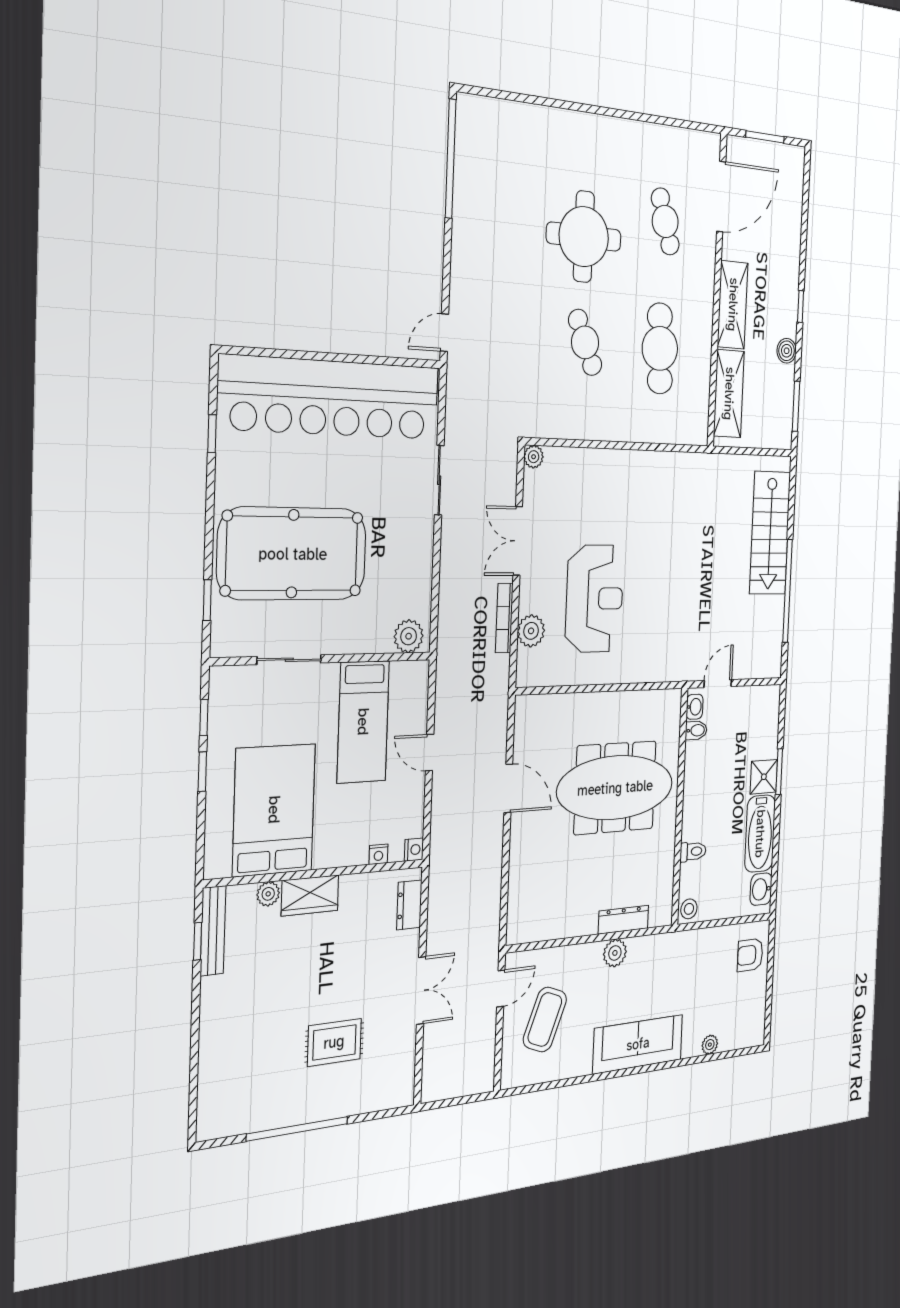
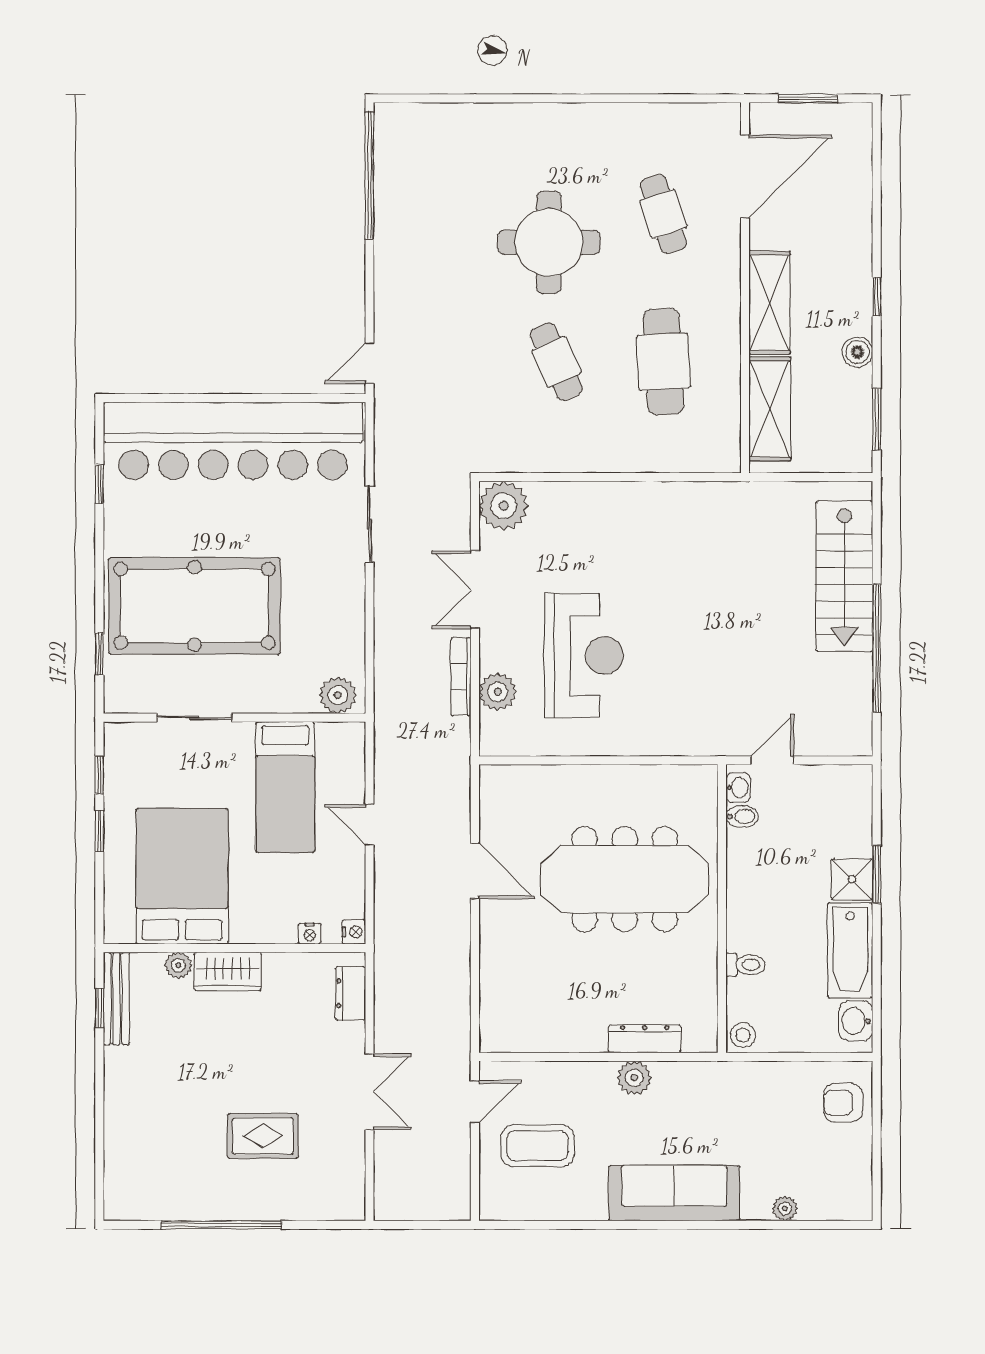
plant: (534, 457) -> (503, 506), width x1.88, depth x1.88
coffee table: (545, 1019) -> (538, 1146), turned 69

